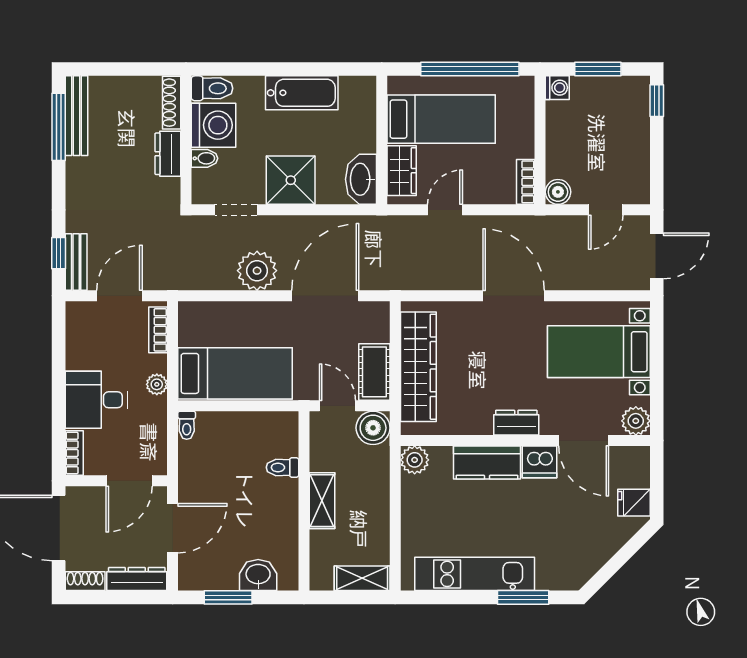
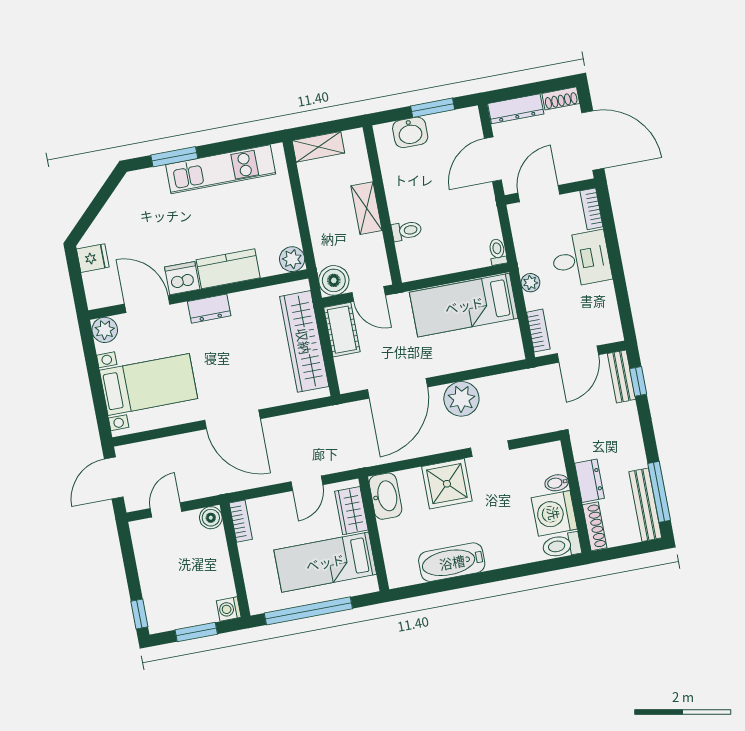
toilet: (212, 88) -> (562, 545), moved
shoe rack: (172, 103) -> (595, 526), moved
washing machine: (213, 125) -> (554, 513), moved
wall: (186, 140) -> (576, 496), moved
dresser: (168, 154) -> (589, 481), moved
bidet: (204, 158) -> (557, 483), moved

